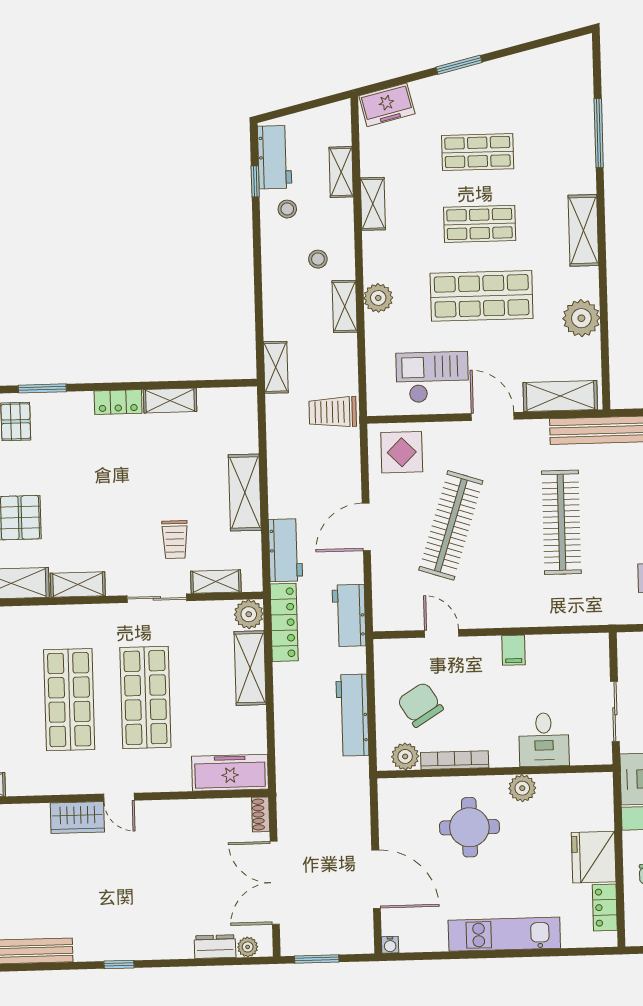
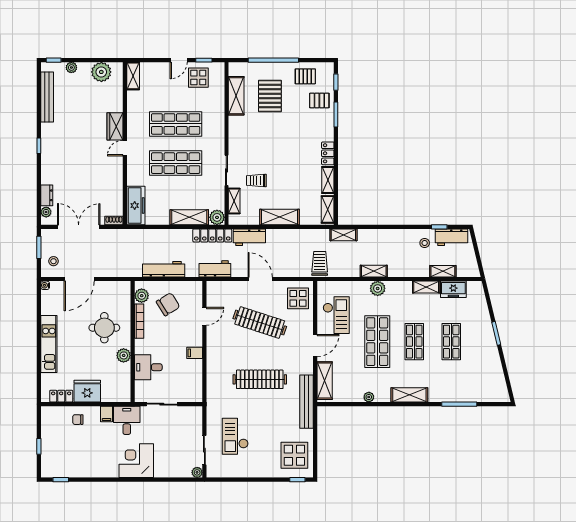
freezer: (387, 105) -> (453, 289), moved, turned -76
stool: (318, 259) -> (53, 261), moved
plant: (581, 318) -> (369, 397), width x0.53, depth x0.53
shelving: (78, 584) -> (328, 209), moved

